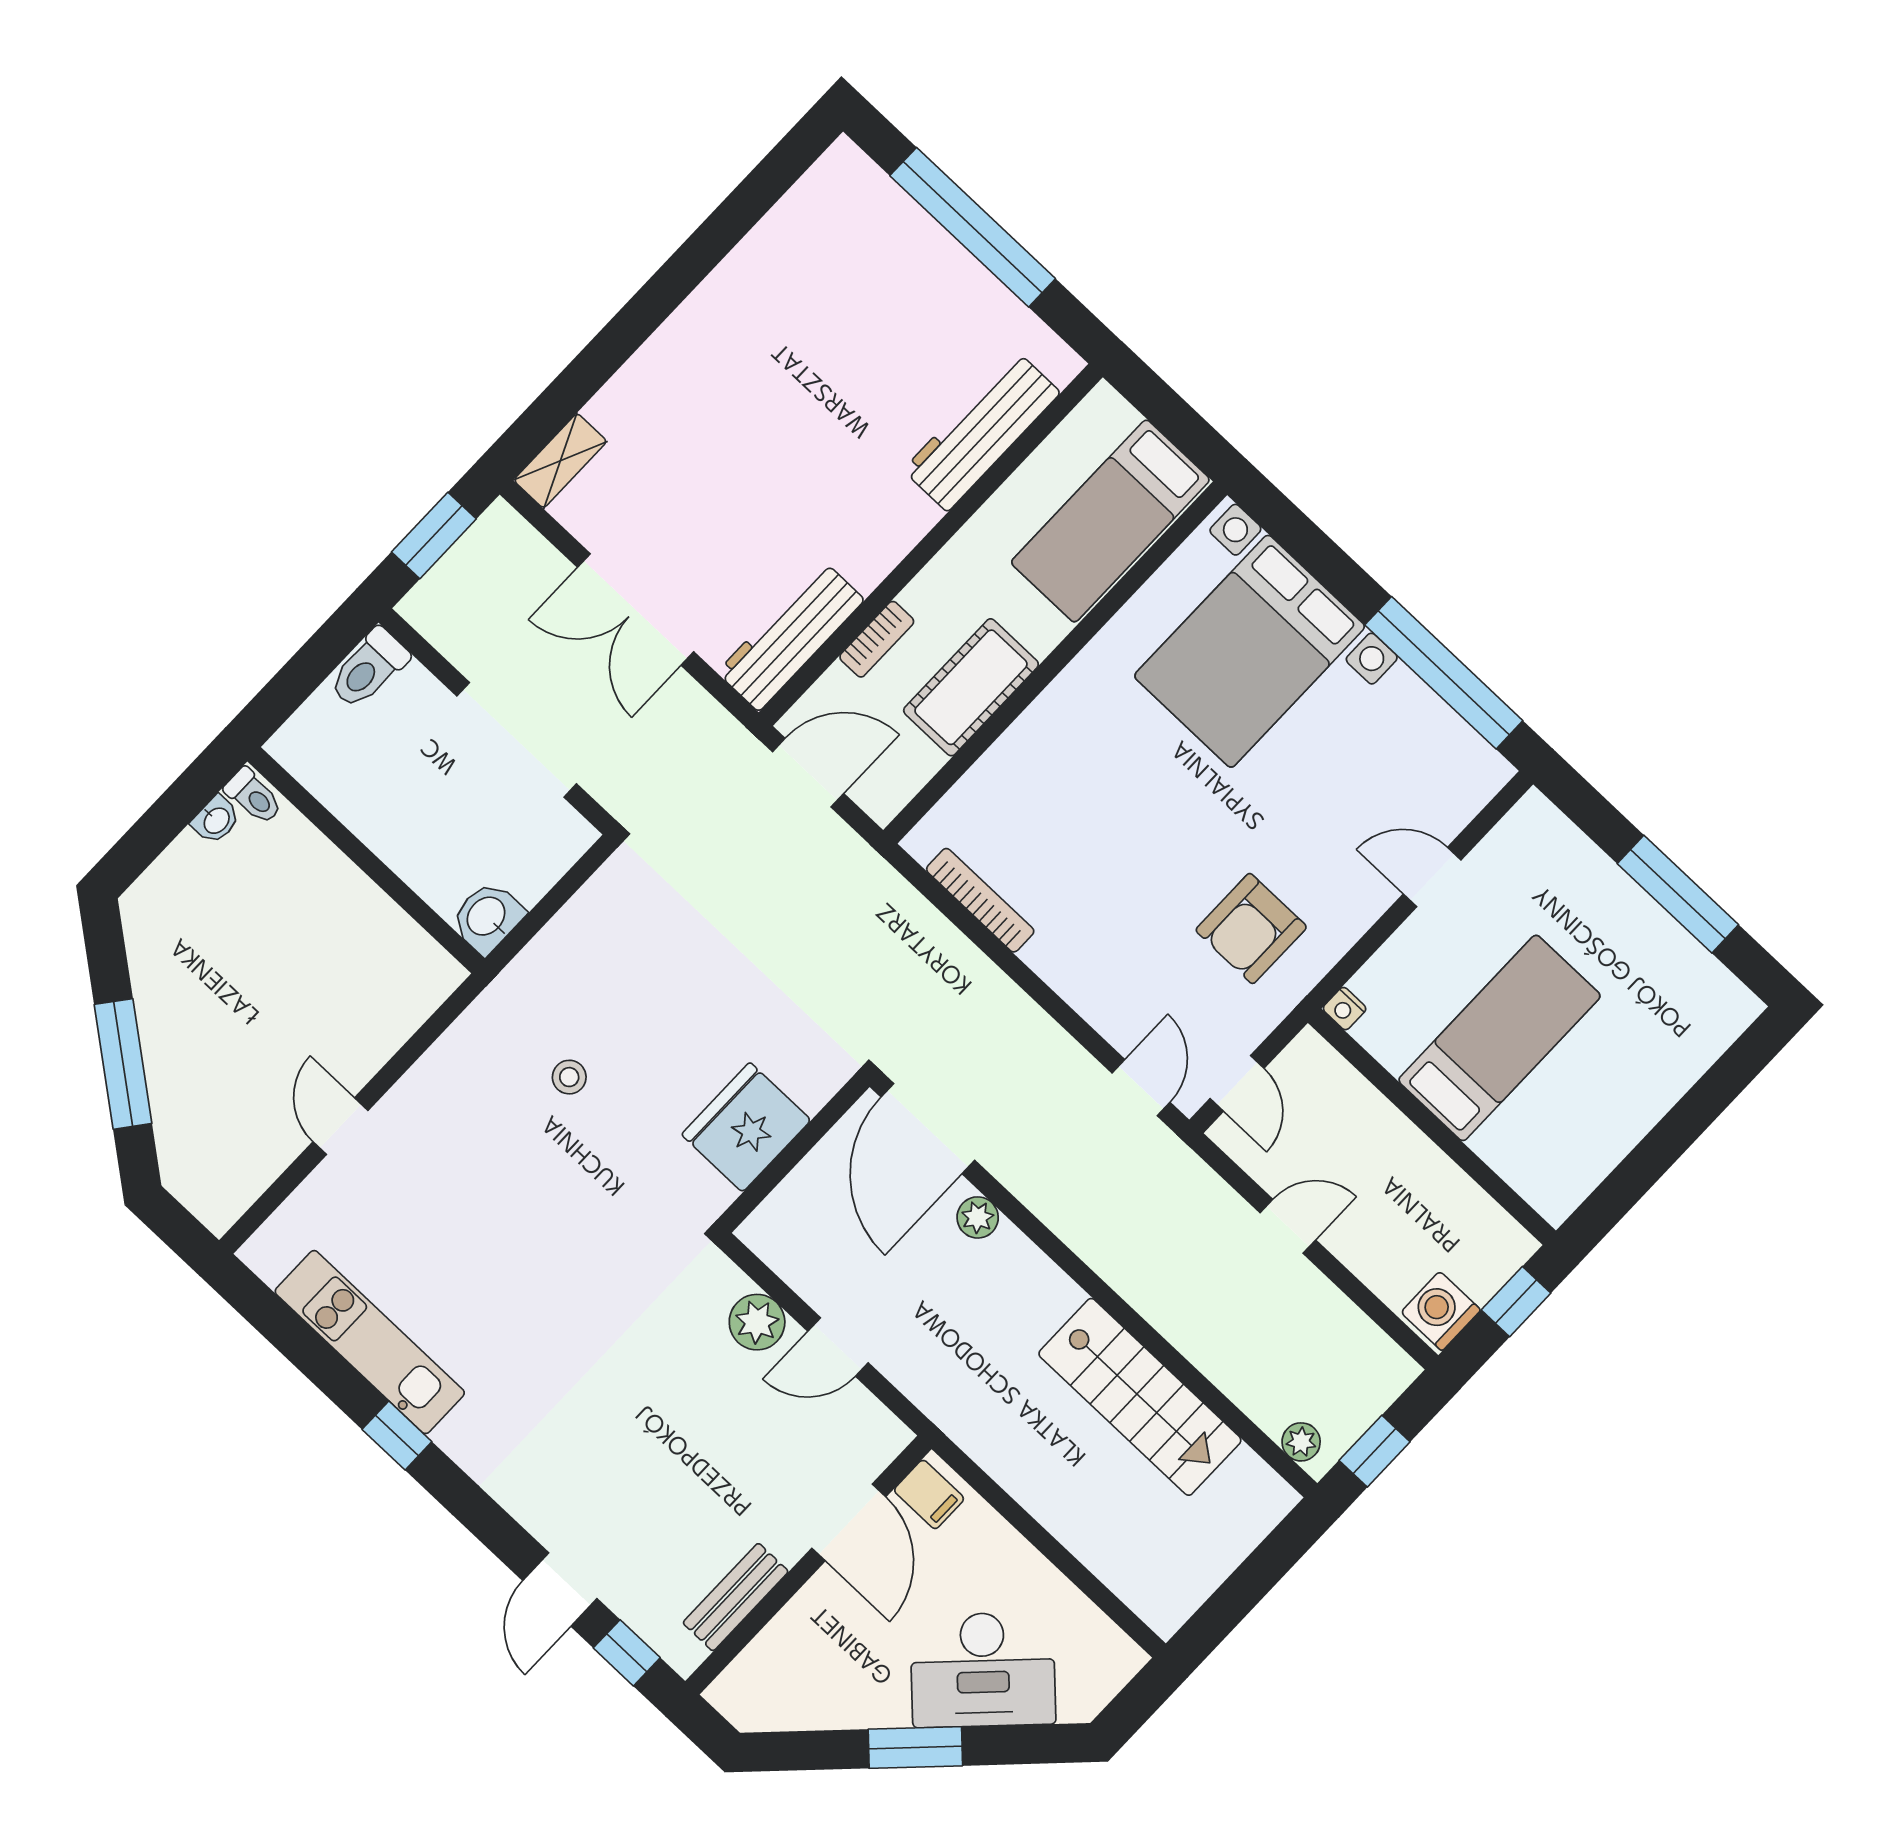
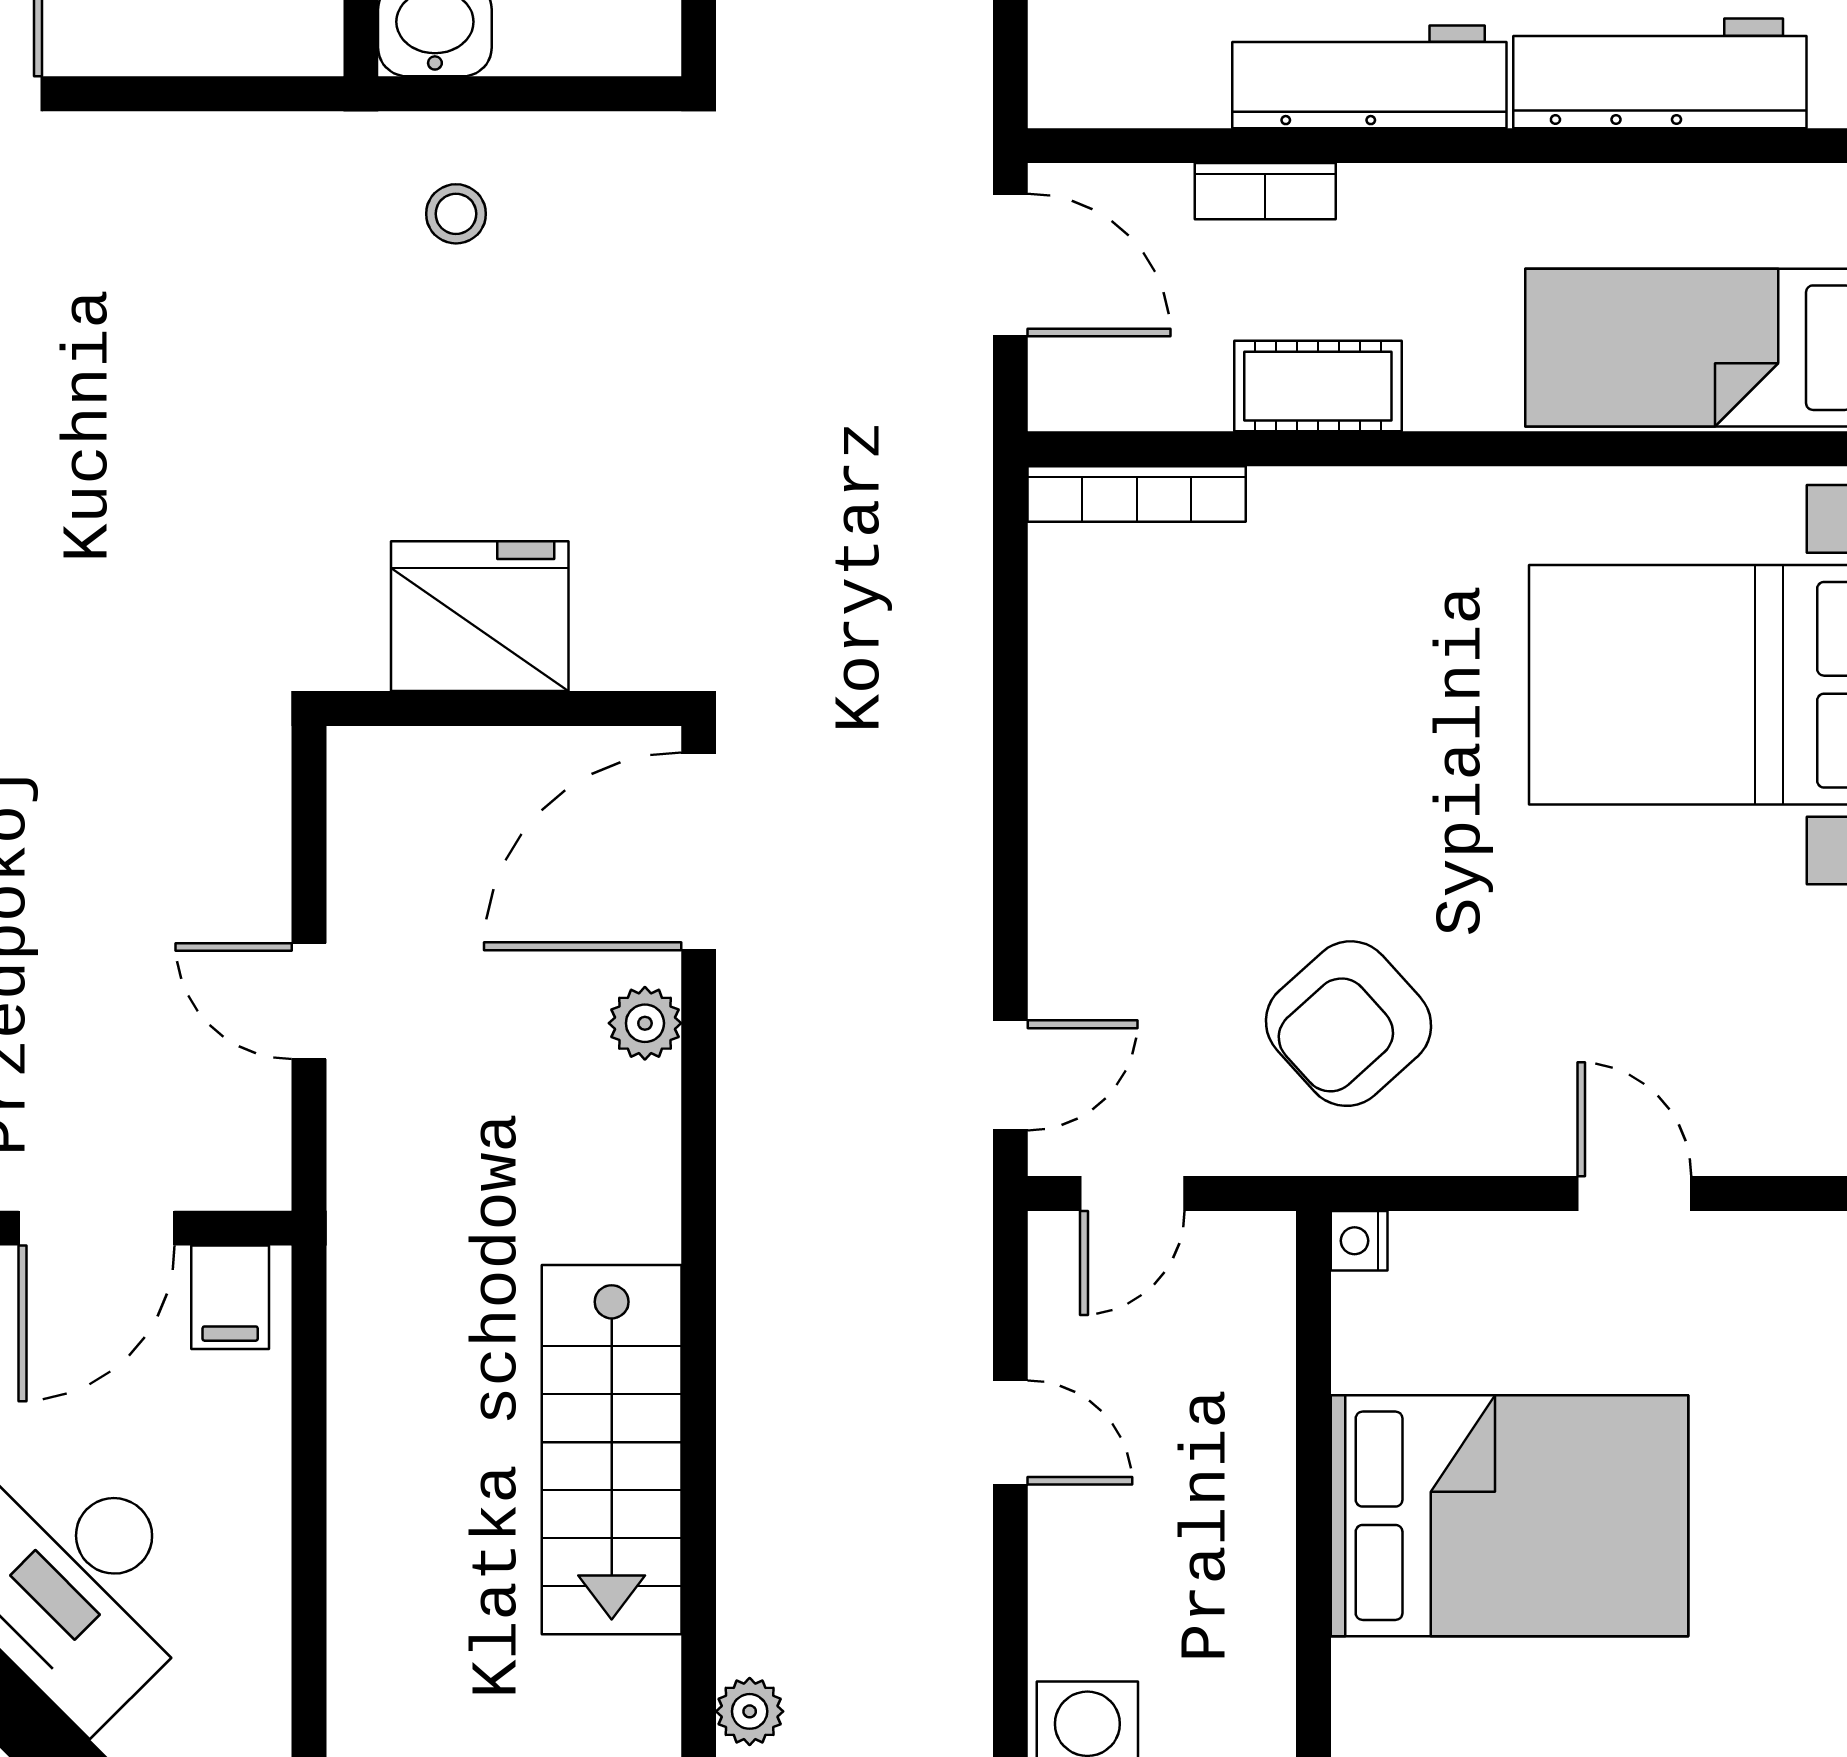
workbench: (791, 636) -> (1369, 77), moved
cot: (971, 687) -> (1318, 386), width x0.73, depth x0.75
bookcase: (980, 900) -> (1137, 494), moved, turned 90
armchair: (1251, 928) -> (1348, 1024), turned -42
bed: (1499, 1038) -> (1510, 1516), width x1.50
stool: (569, 1077) -> (456, 214), moved
plant: (757, 1322) -> (243, 867), removed

